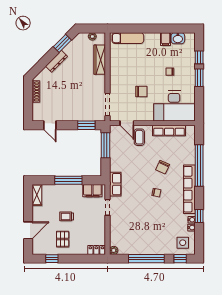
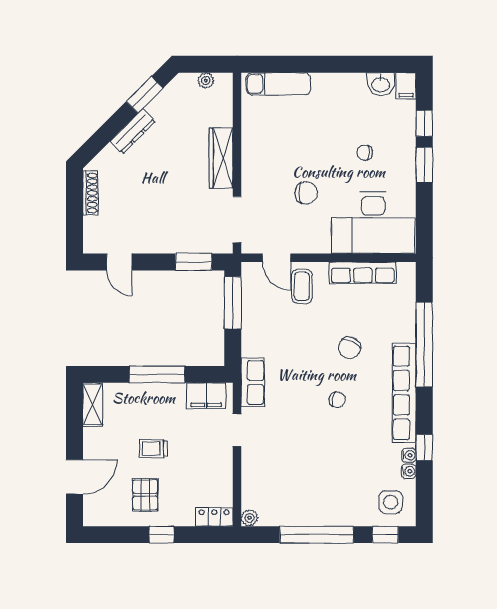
filing cabinet: (165, 39) -> (406, 86), moved
wardrobe: (100, 60) -> (221, 158), moved
window: (52, 259) -> (162, 535), moved

